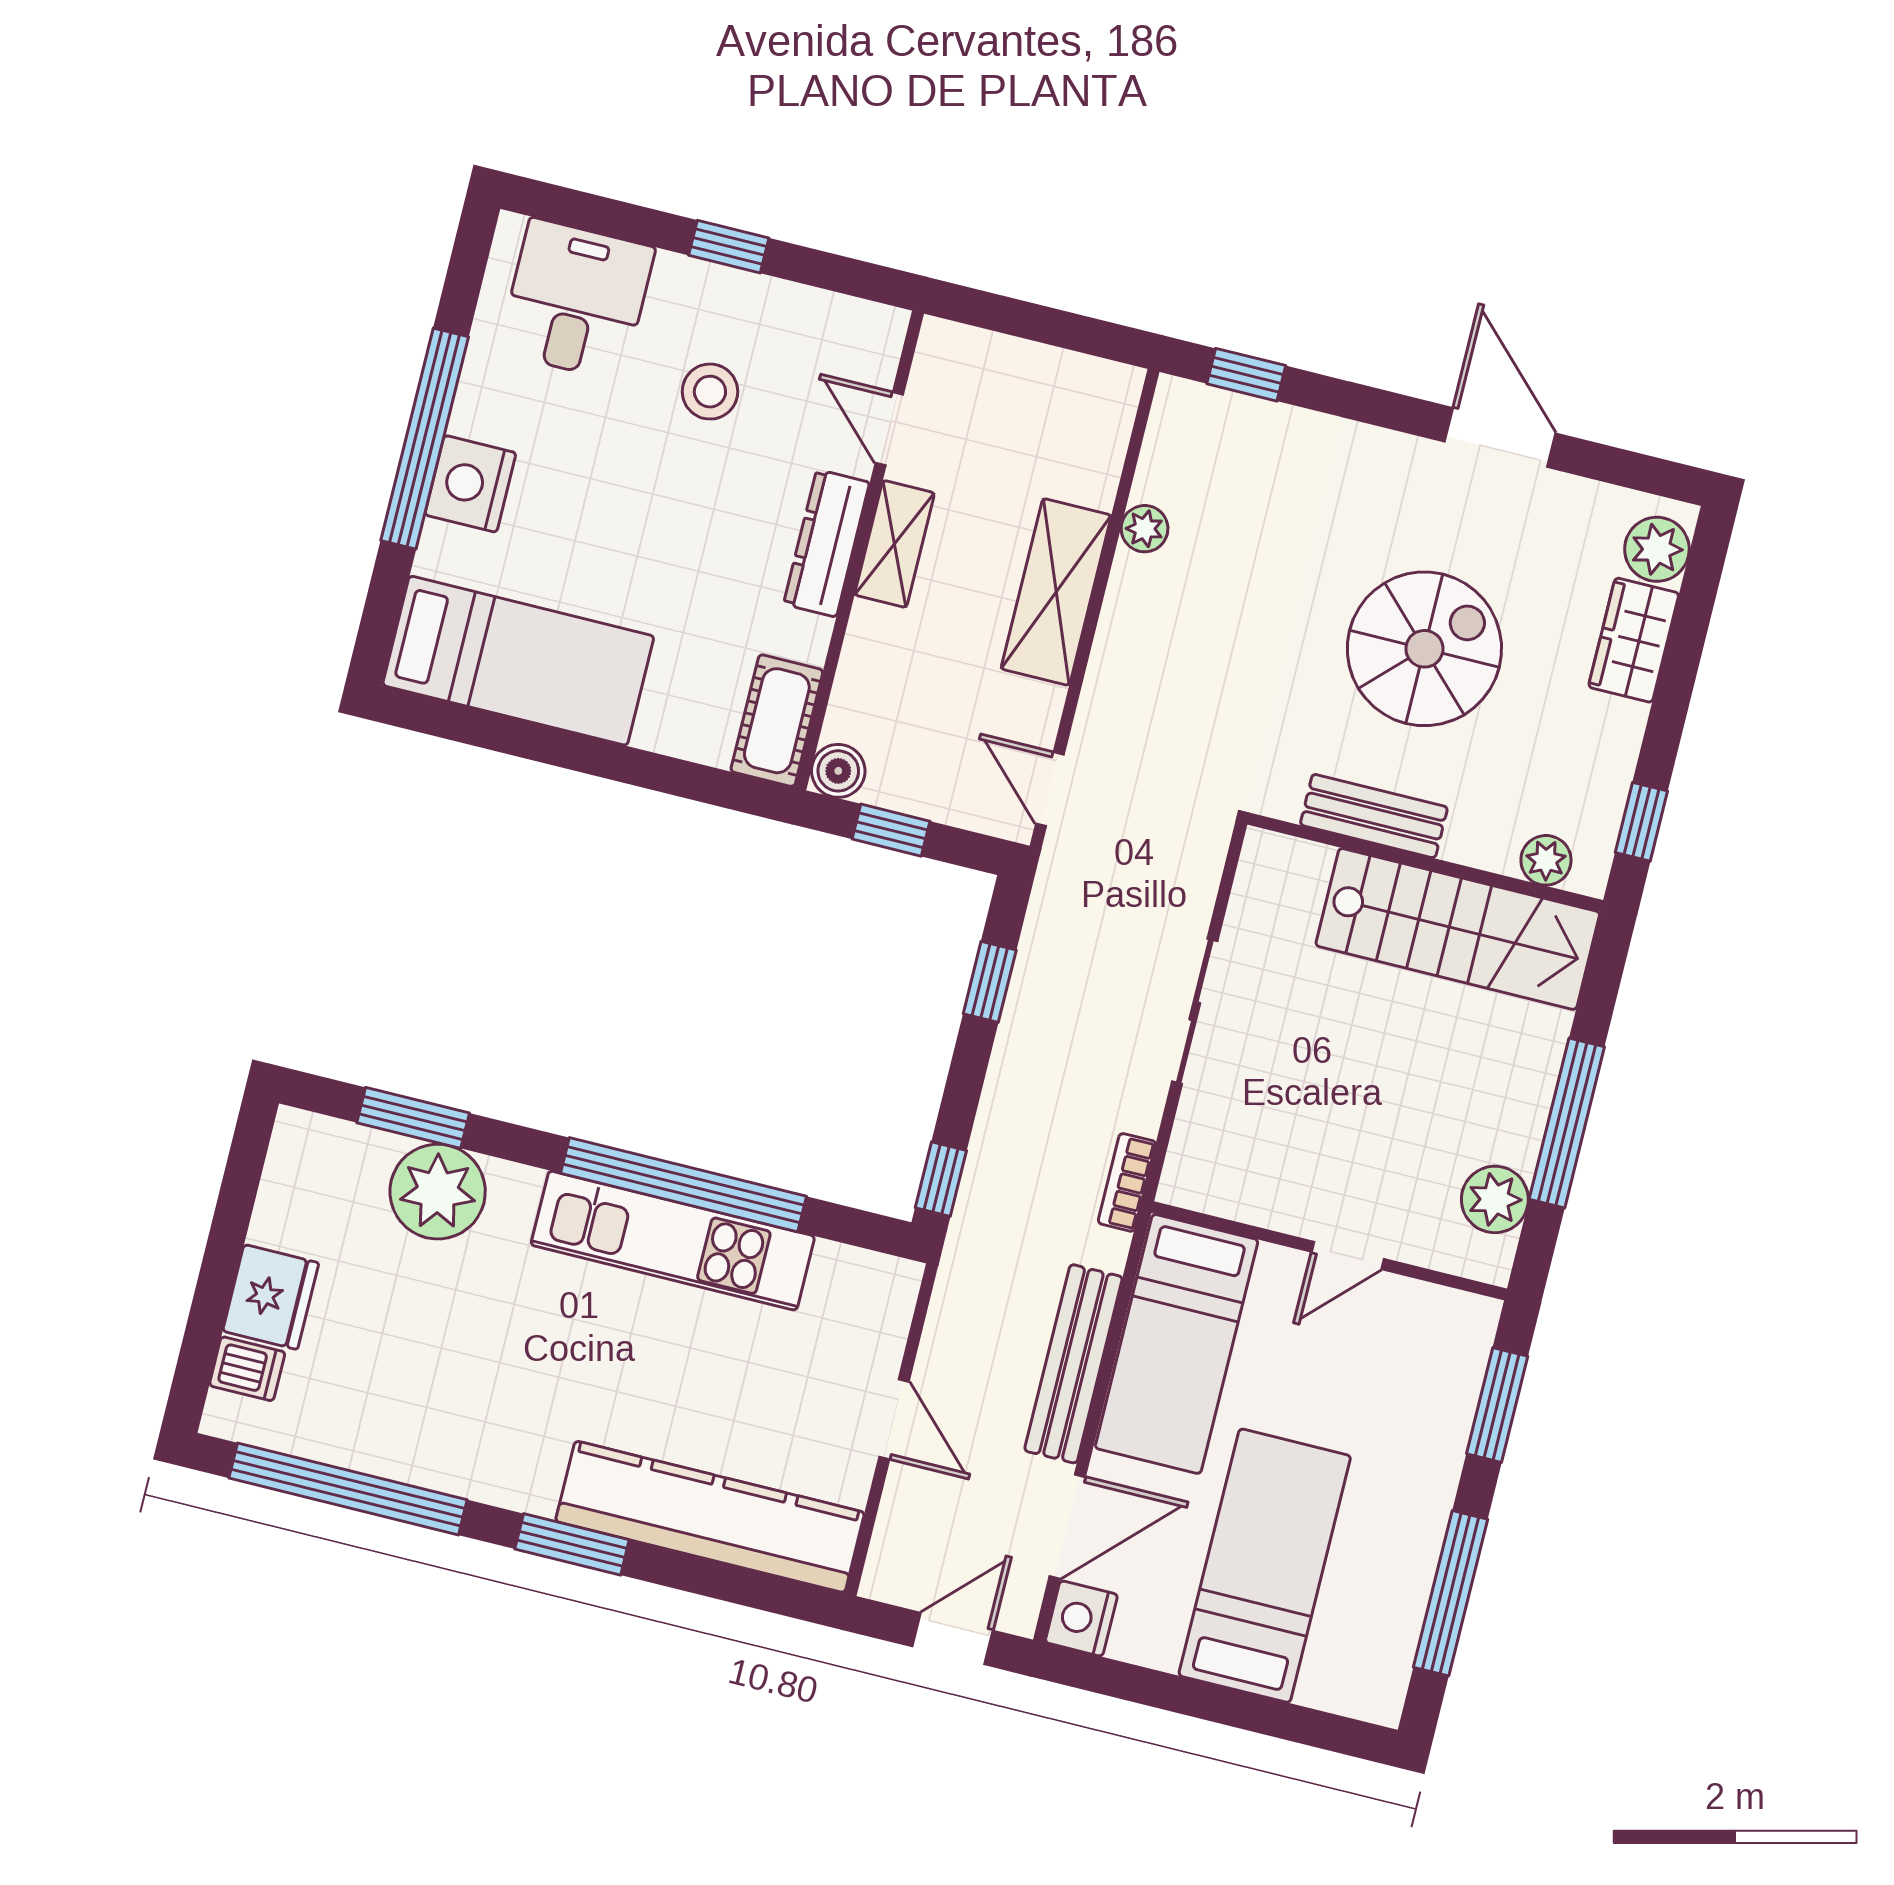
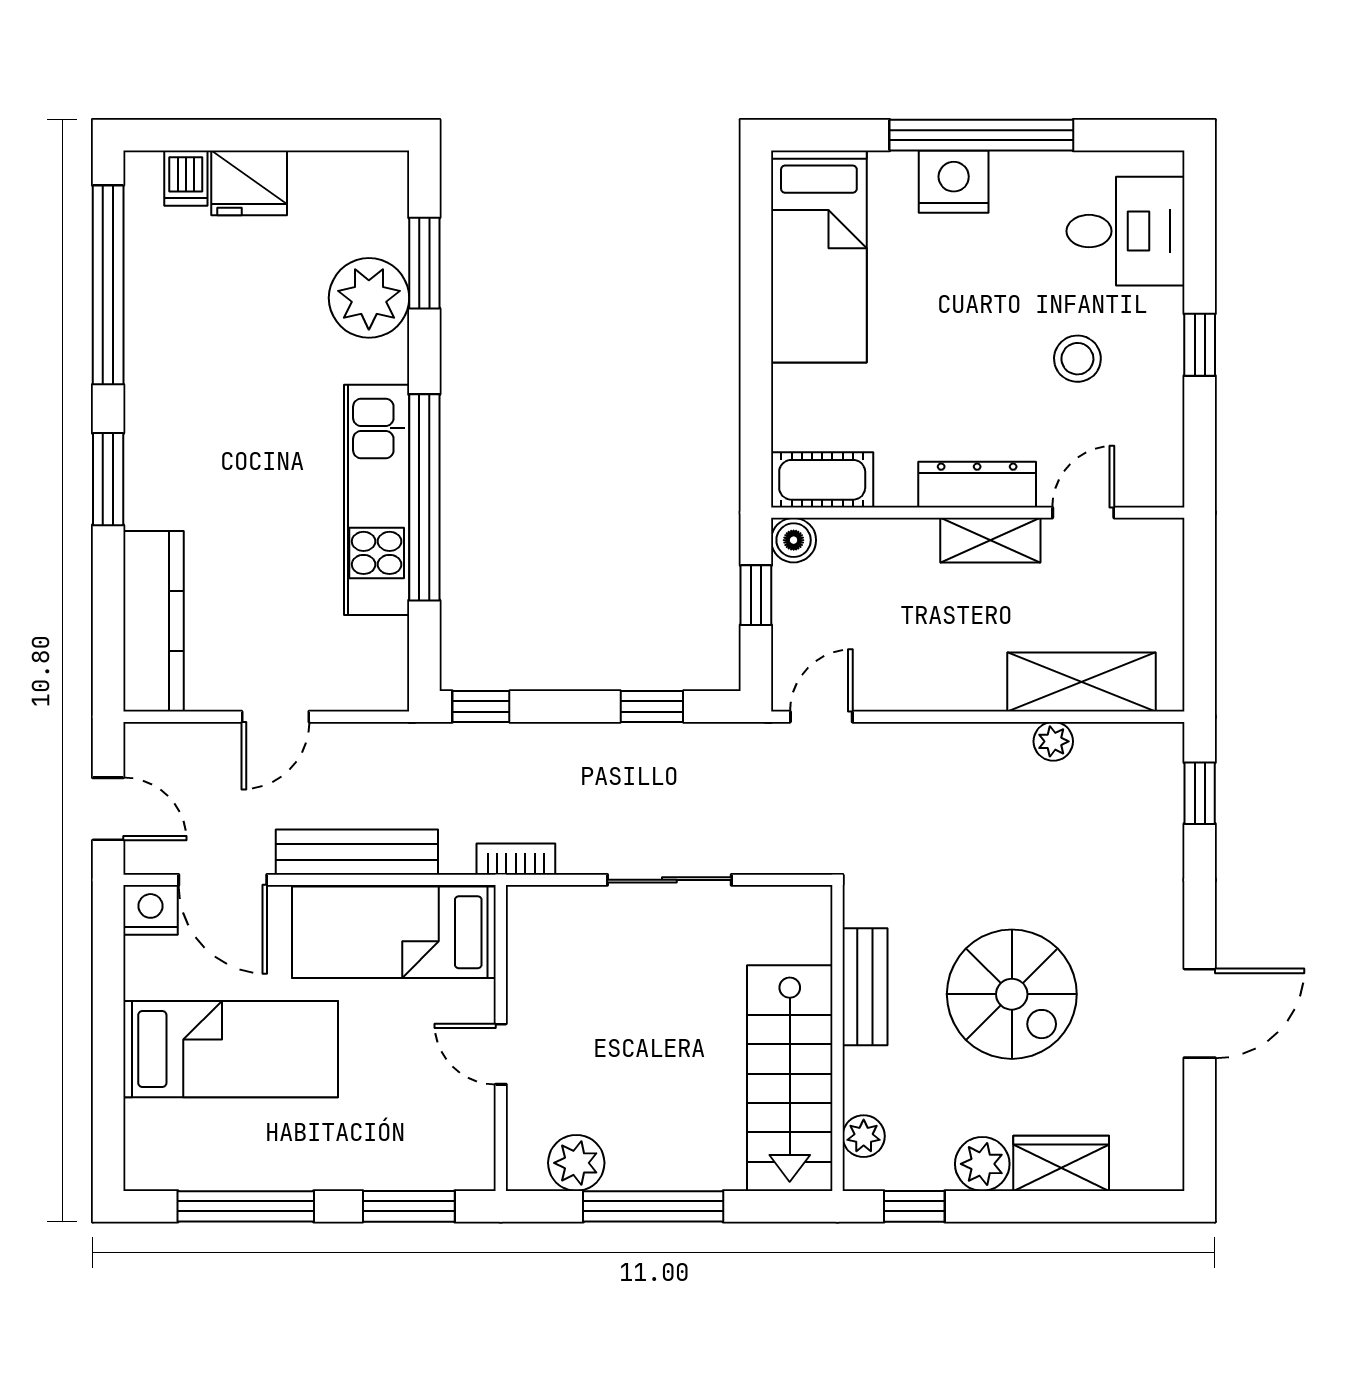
plant: (1657, 549) -> (982, 1164), moved
shelving: (1056, 592) -> (1081, 682), moved
kitchen counter: (710, 1517) -> (153, 621), width x0.72, depth x0.86

